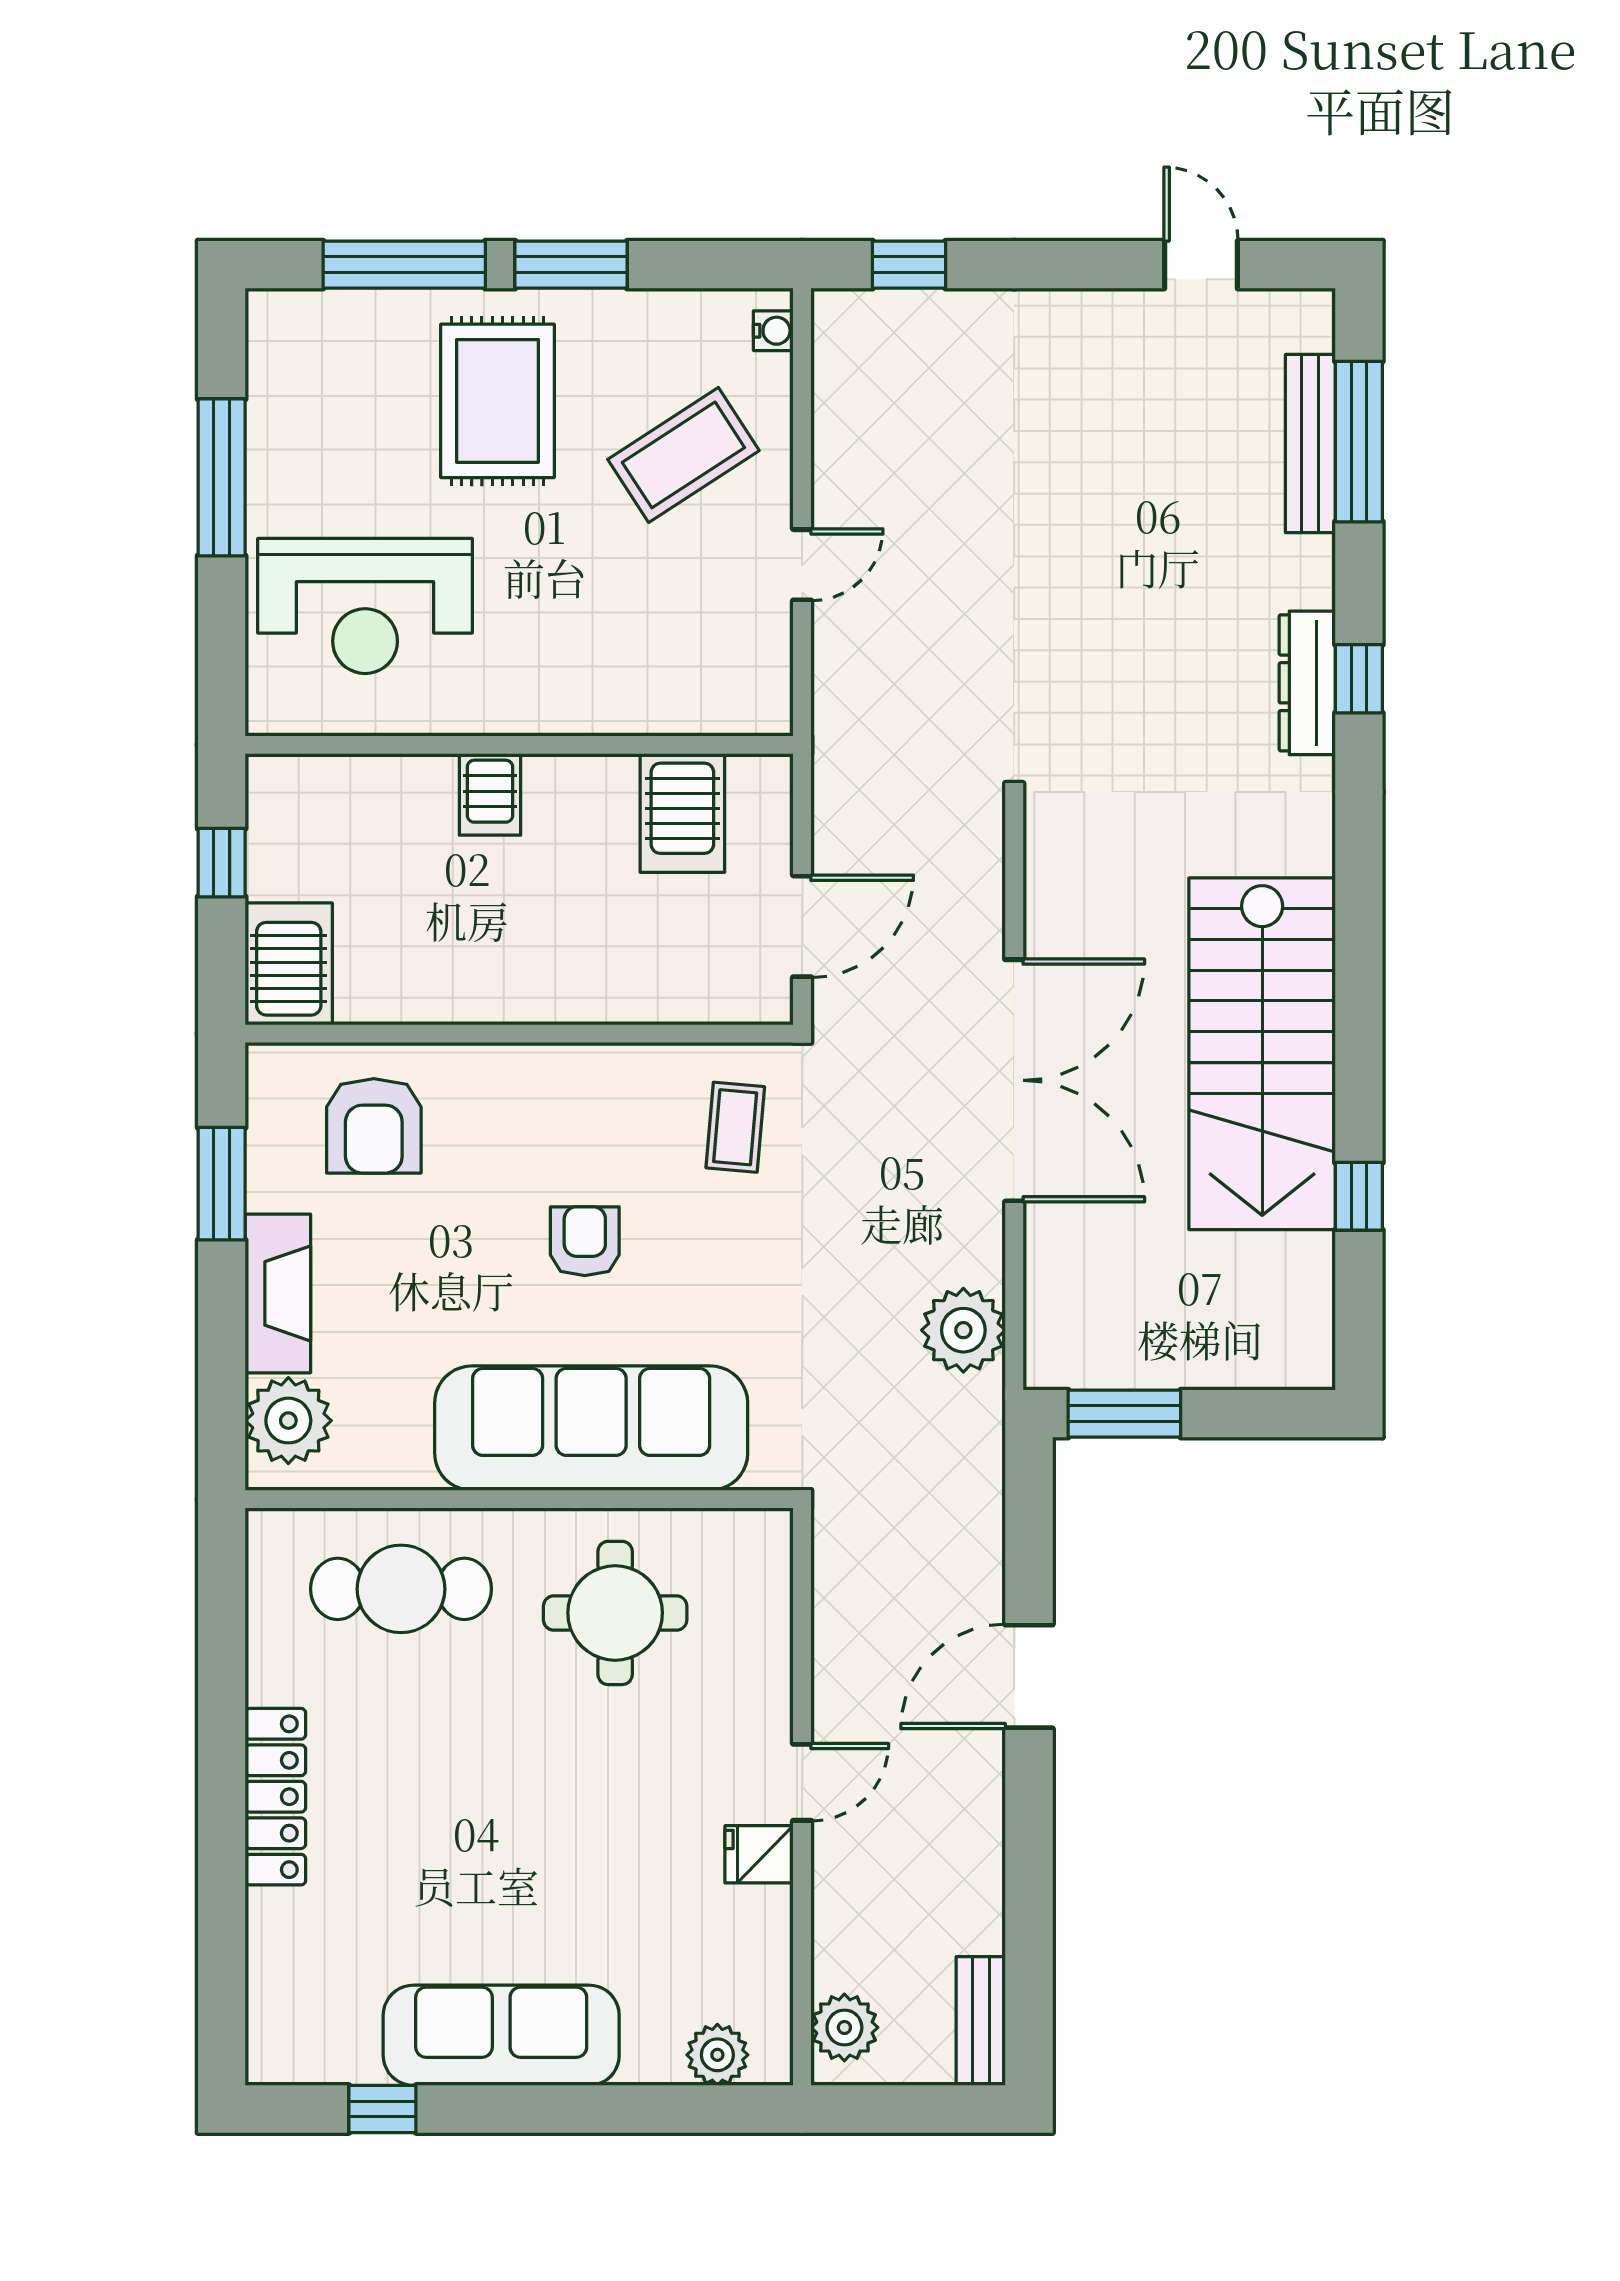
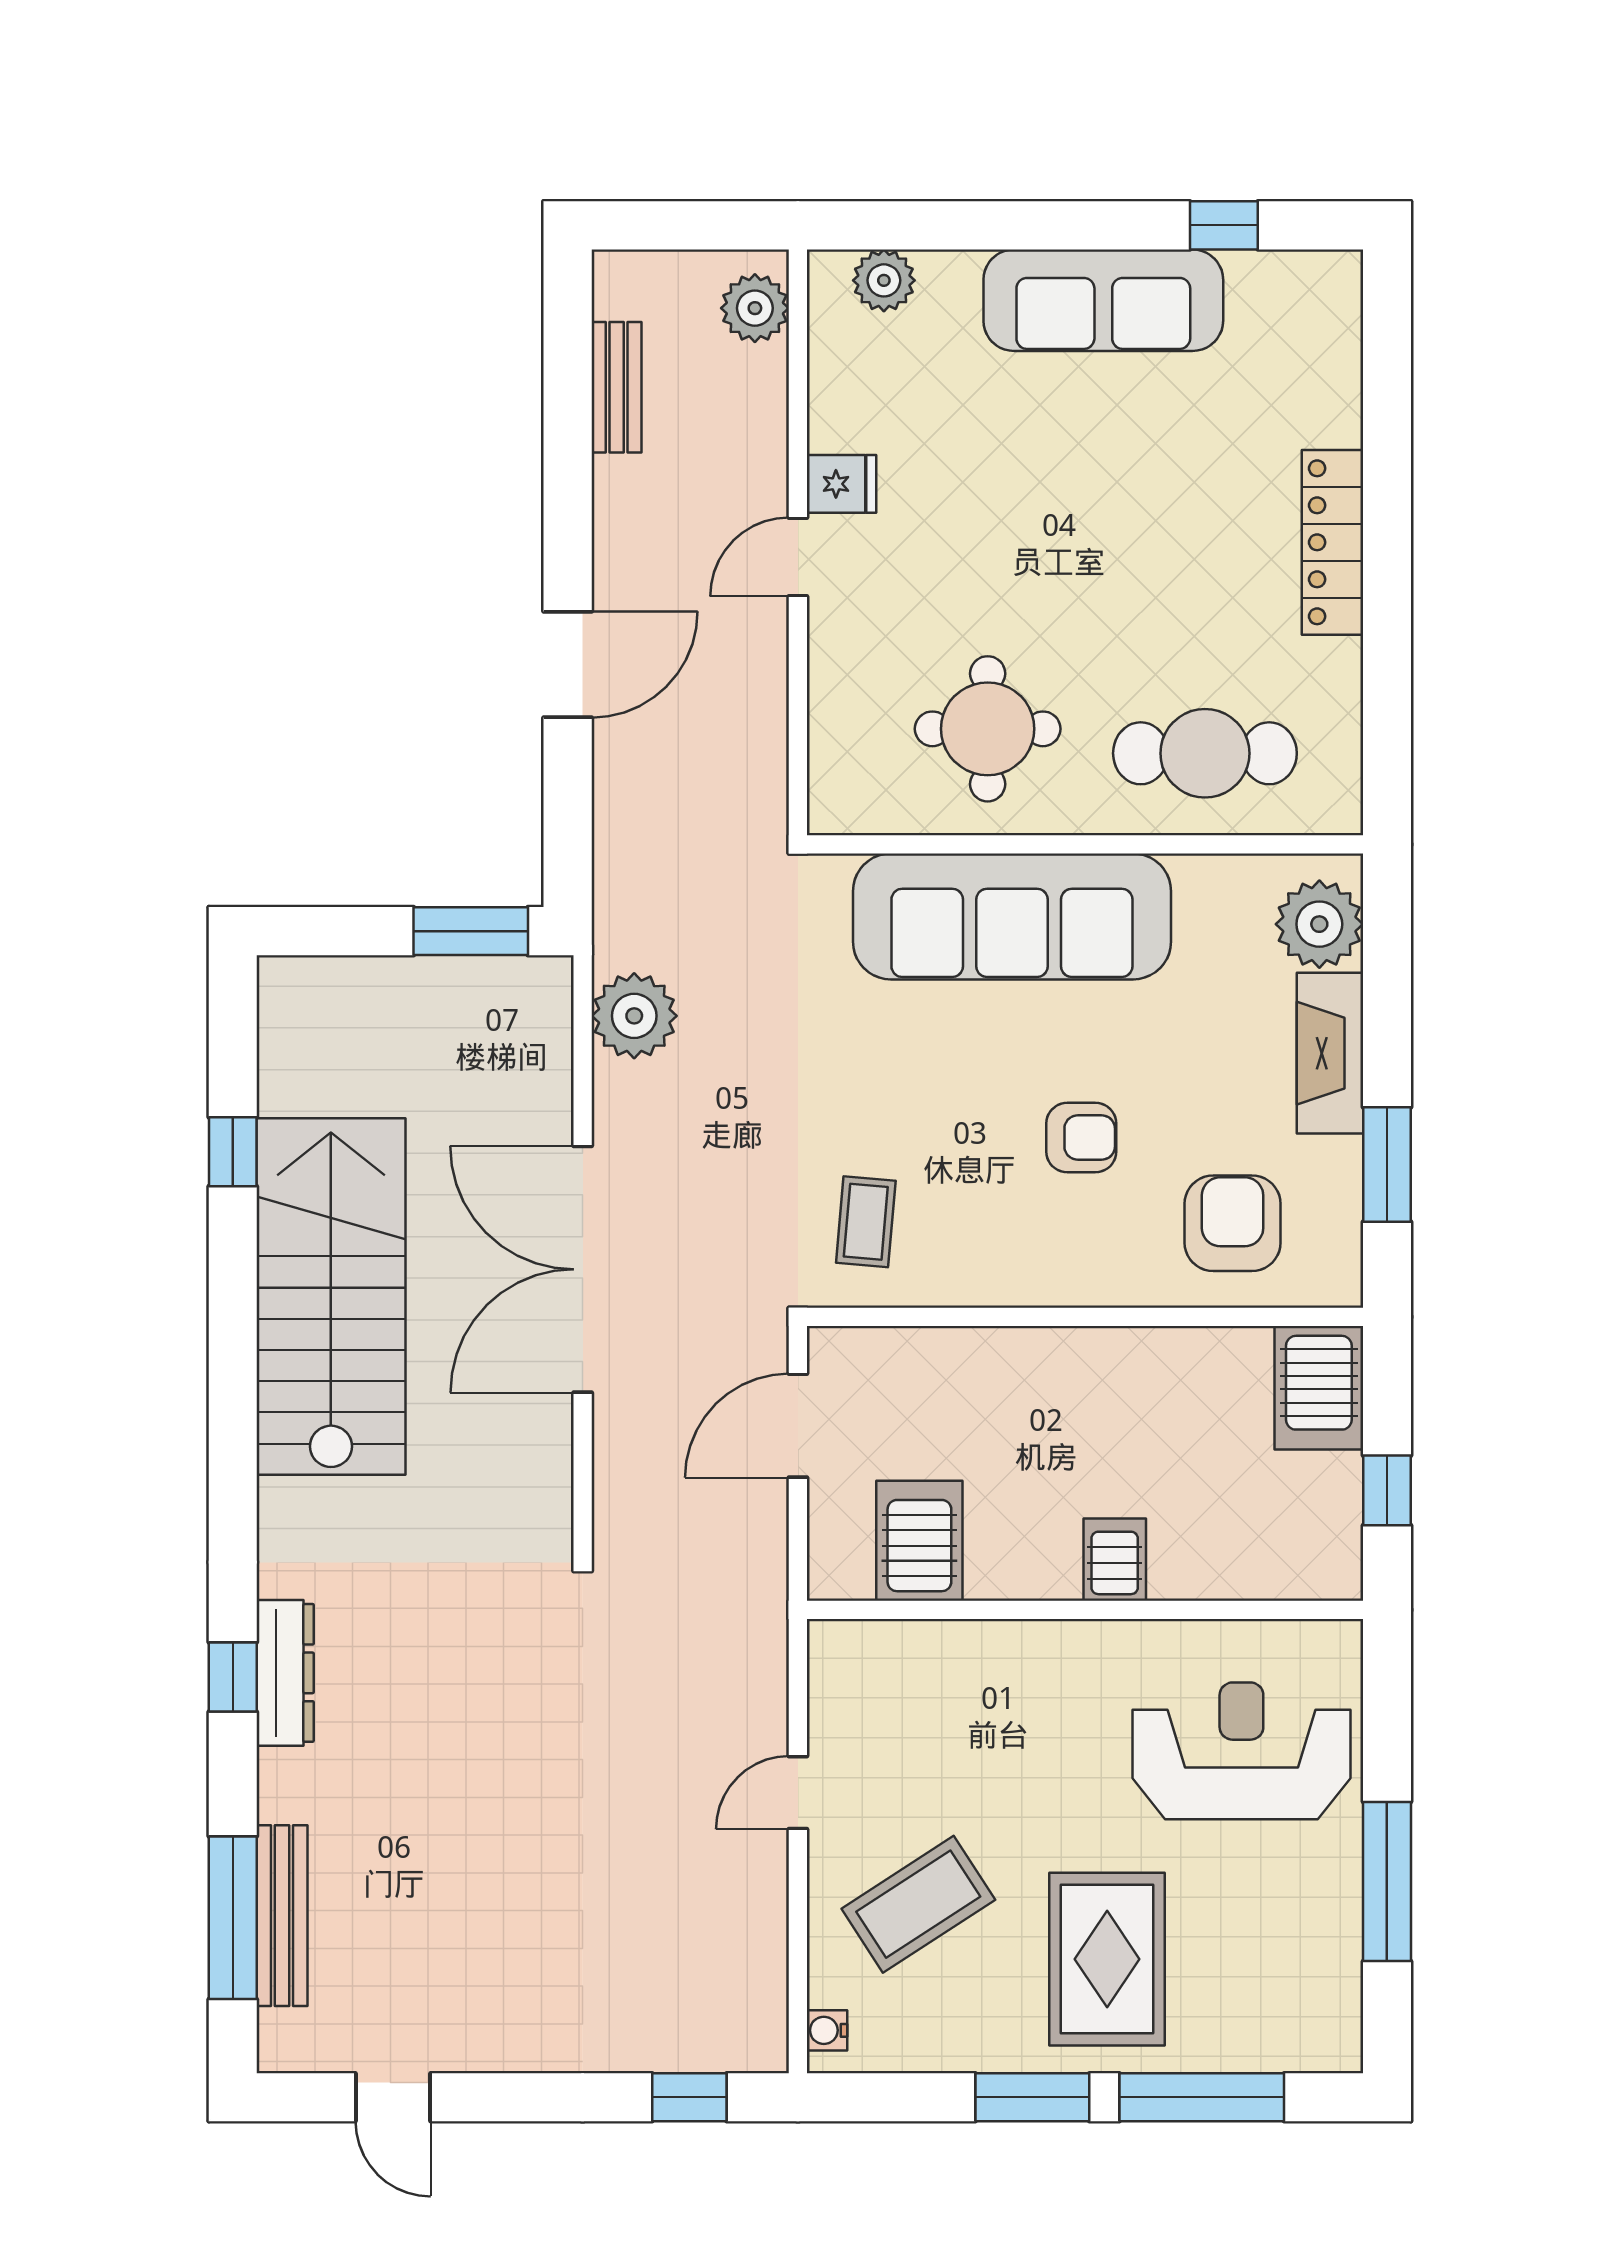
armchair: (585, 1241) -> (1081, 1138), moved, turned -90
bench: (981, 2021) -> (617, 387), moved

